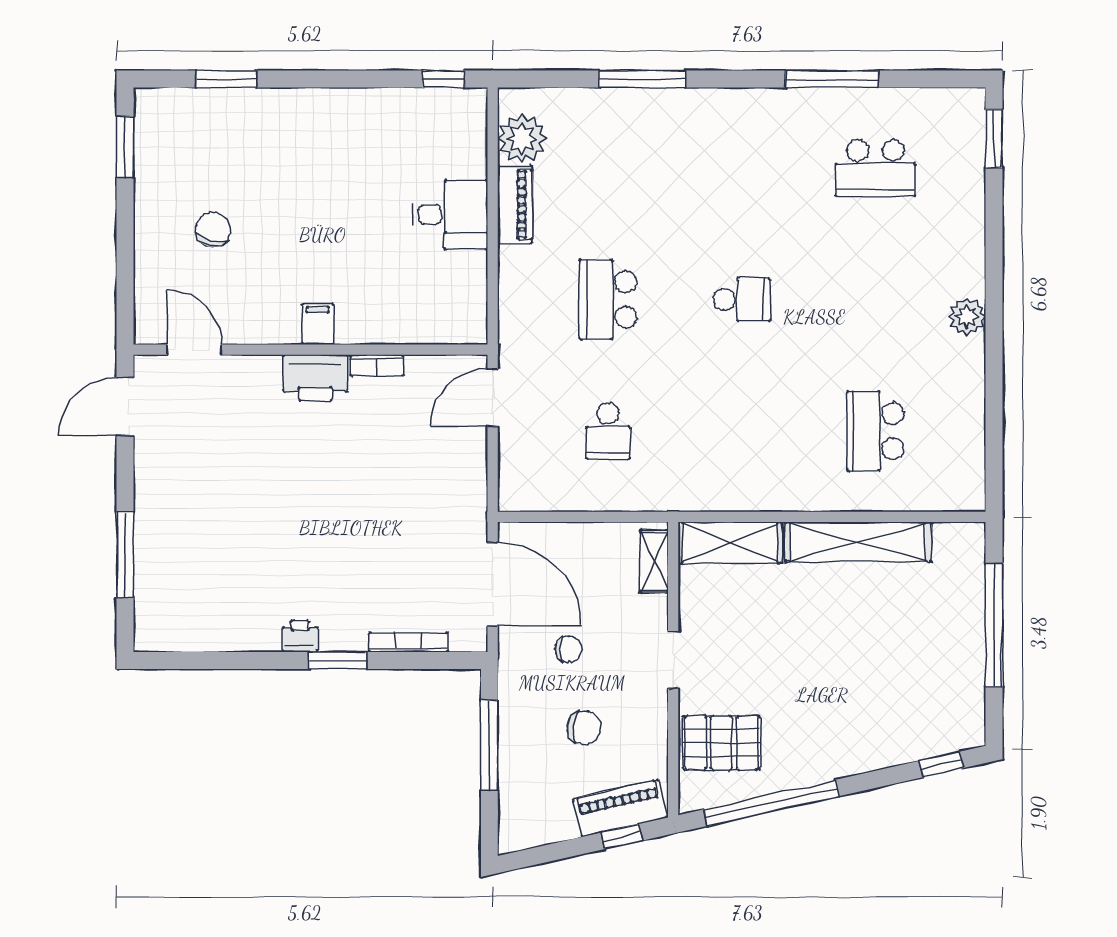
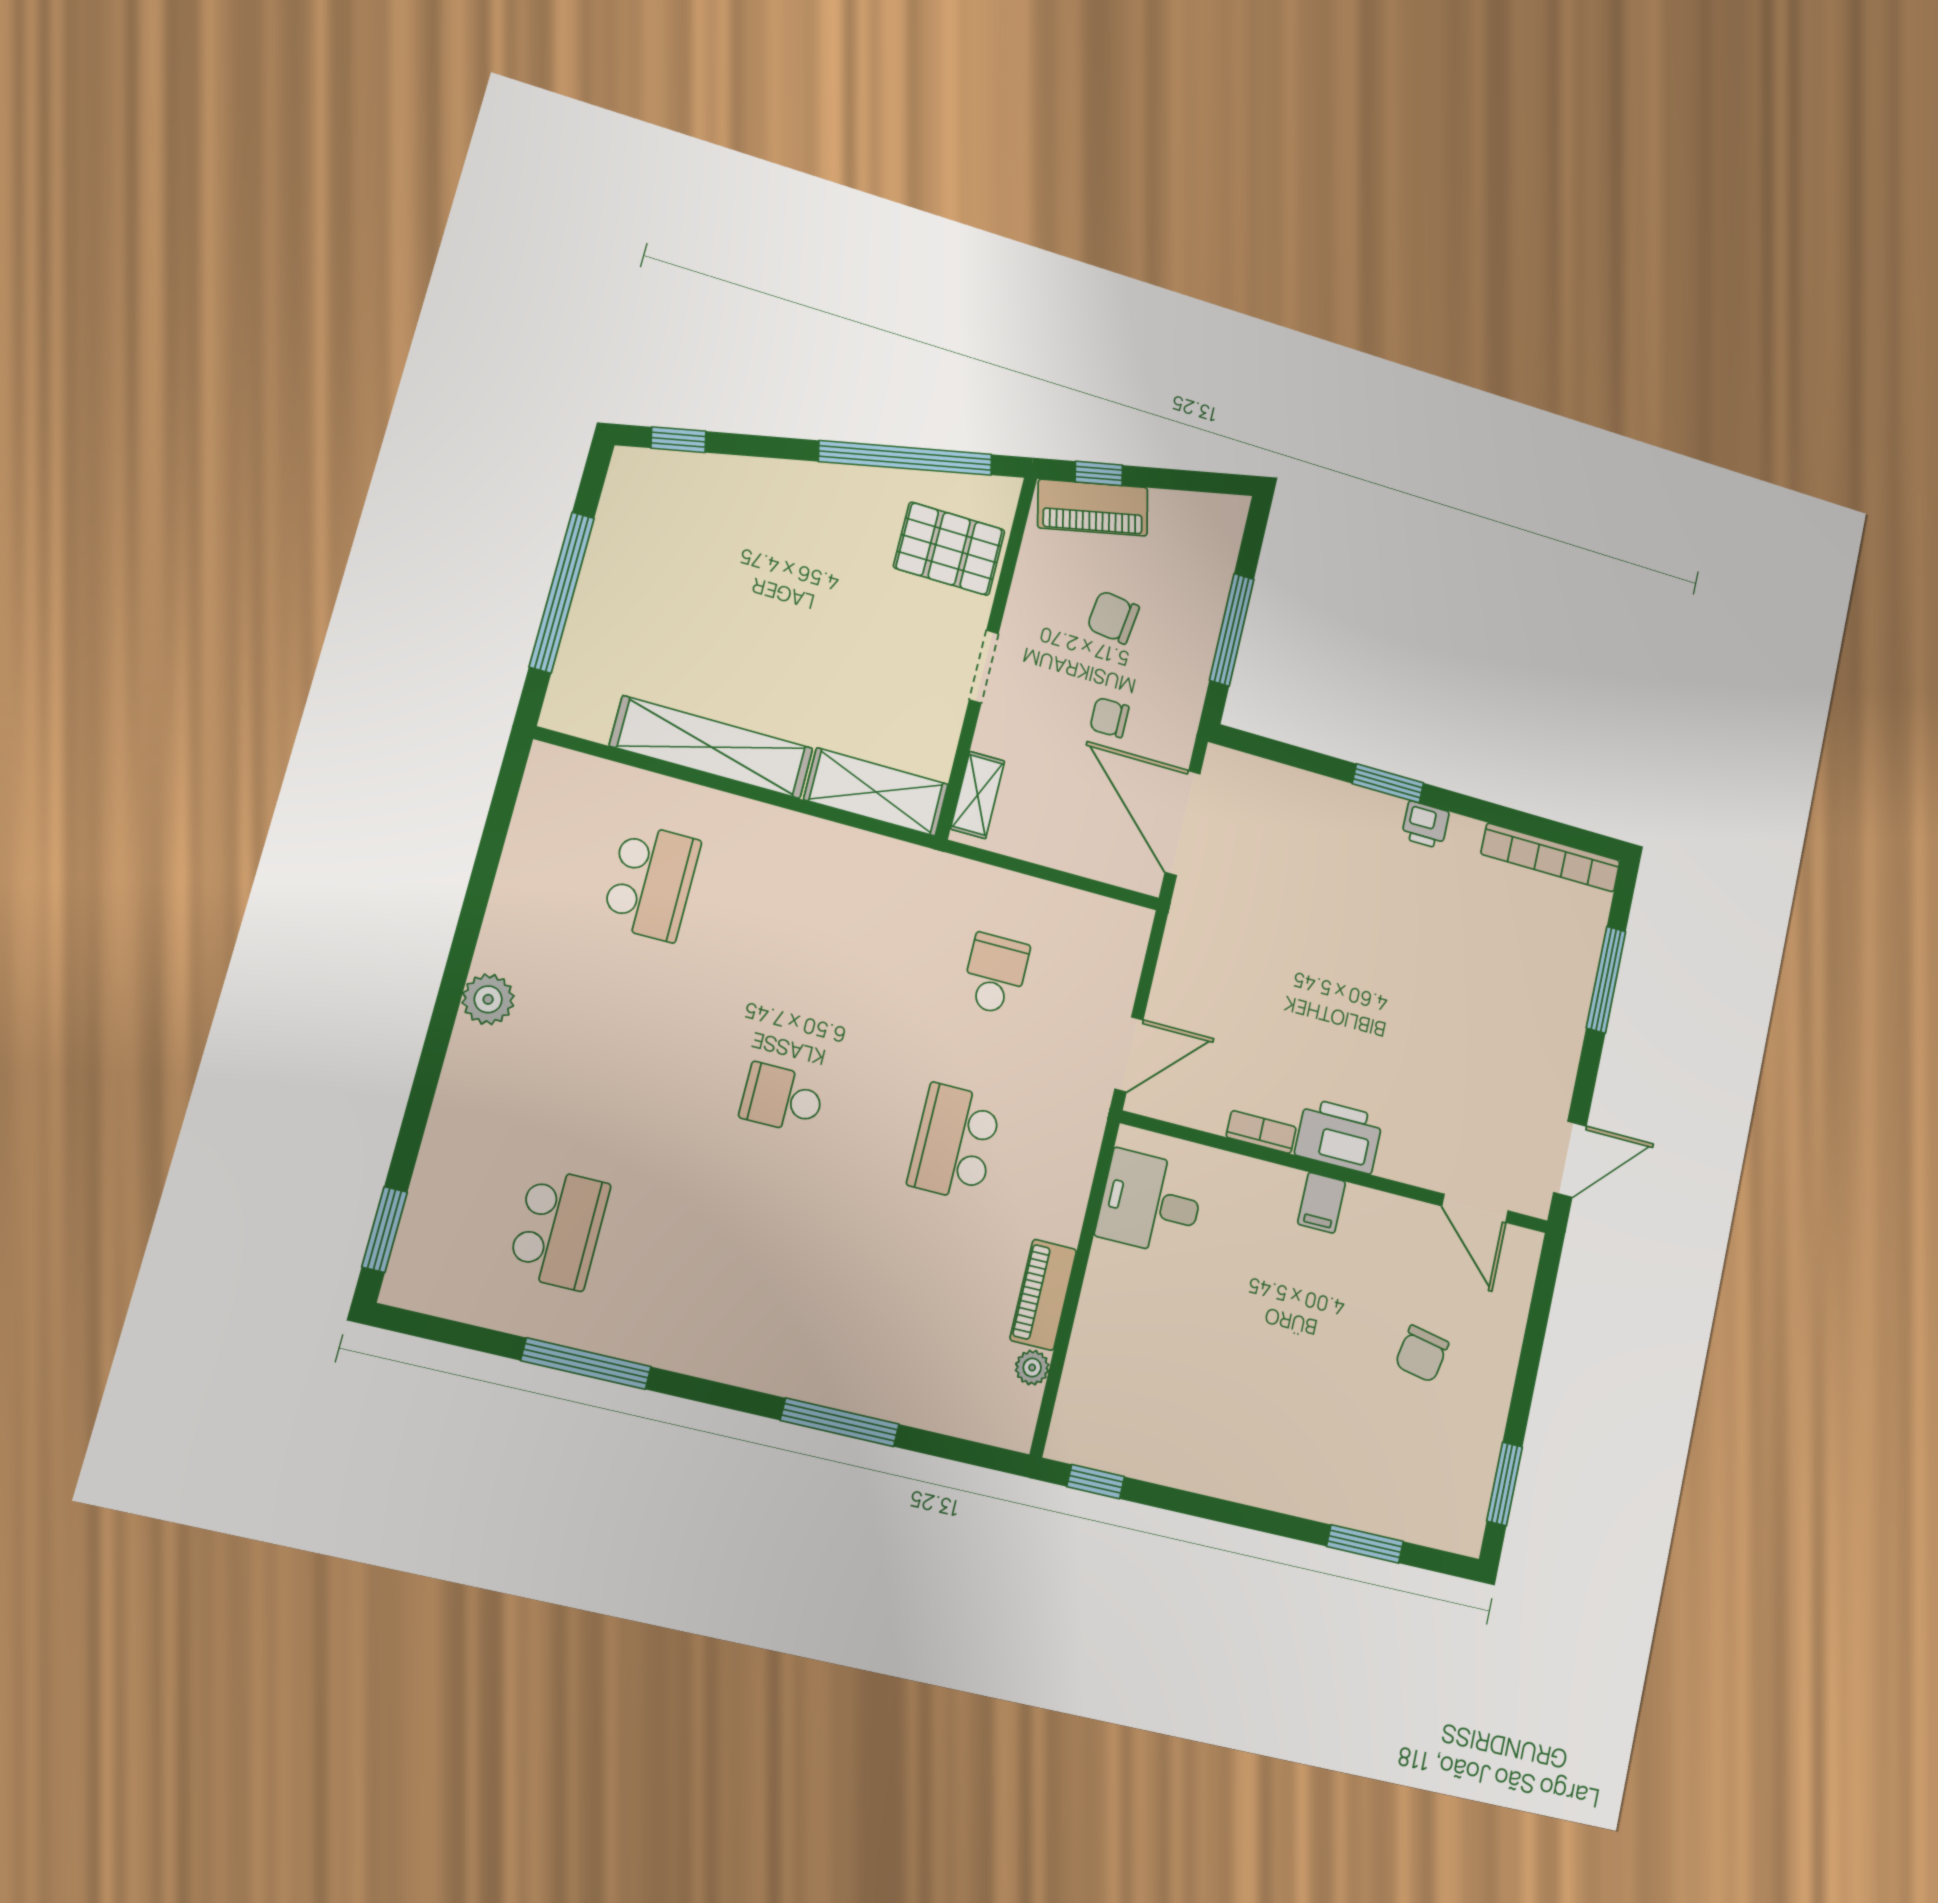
plant: (522, 139) -> (1032, 1368), width x0.53, depth x0.53
school desk: (875, 168) -> (559, 1229), turned 90
desk: (450, 214) -> (1150, 1203), moved
school desk: (608, 300) -> (955, 1142), turned 180
bookcase: (408, 642) -> (1551, 857), moved, width x1.48, depth x1.31

